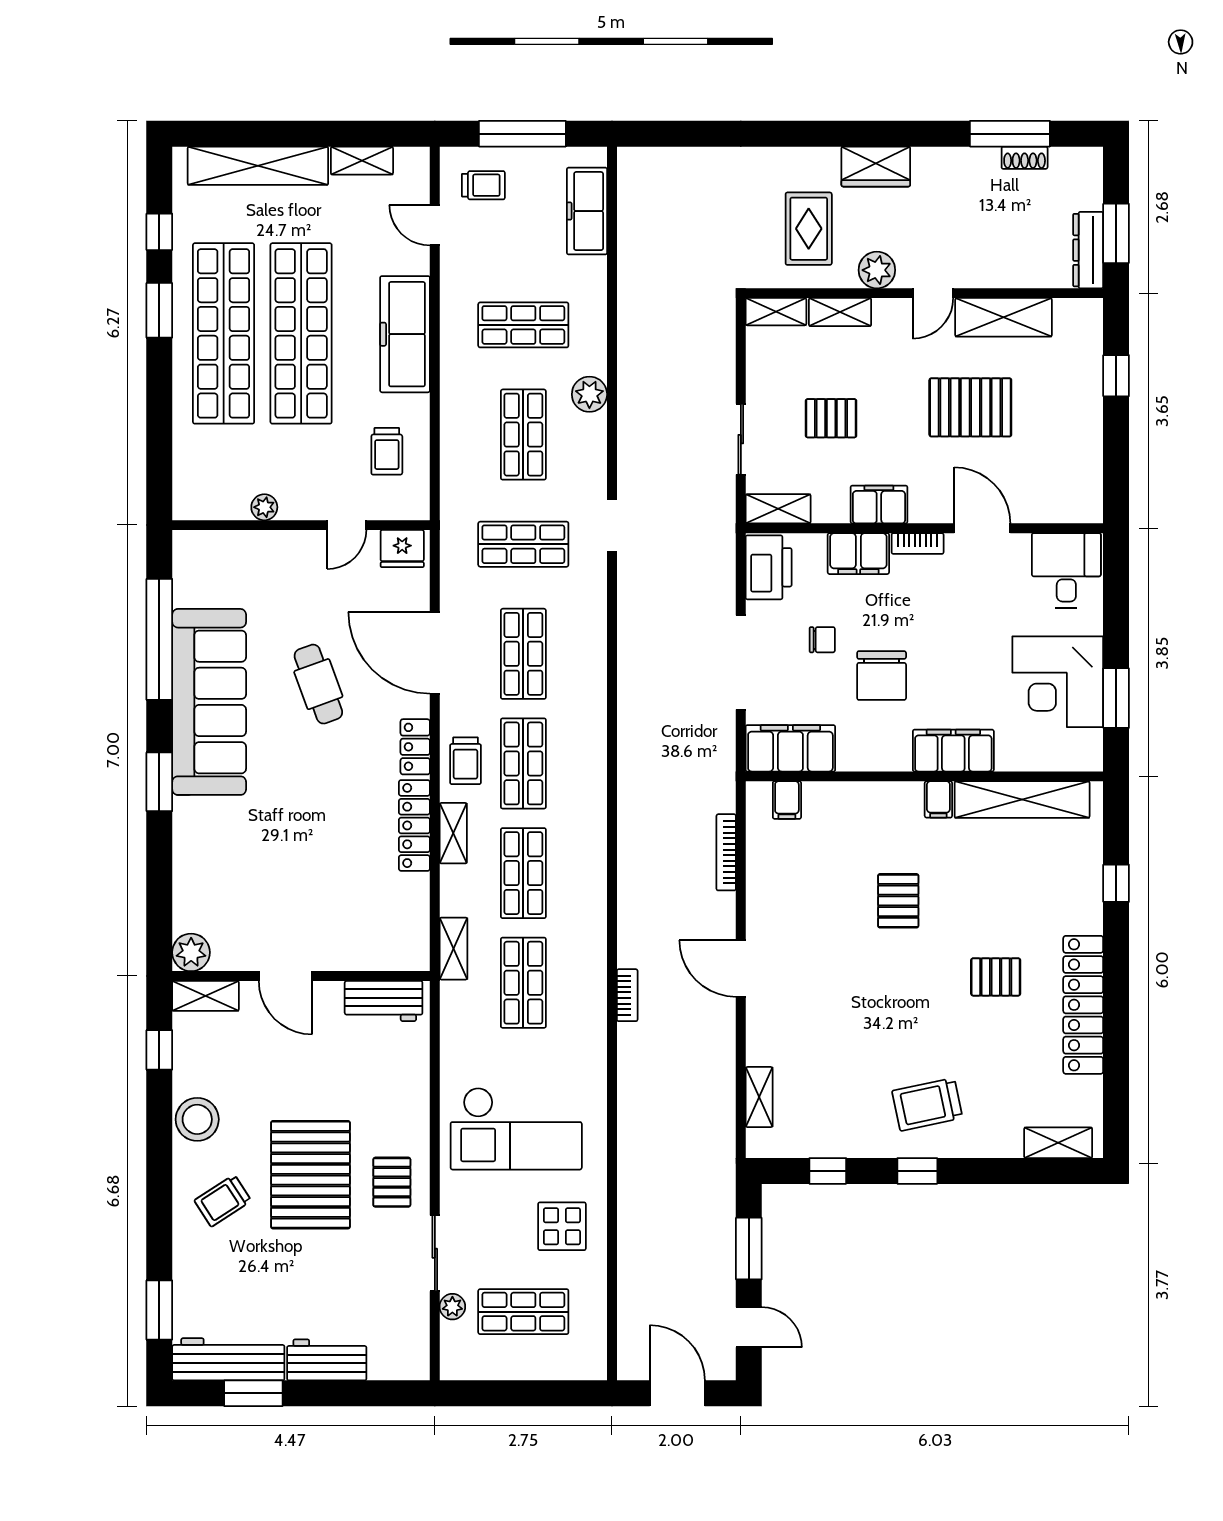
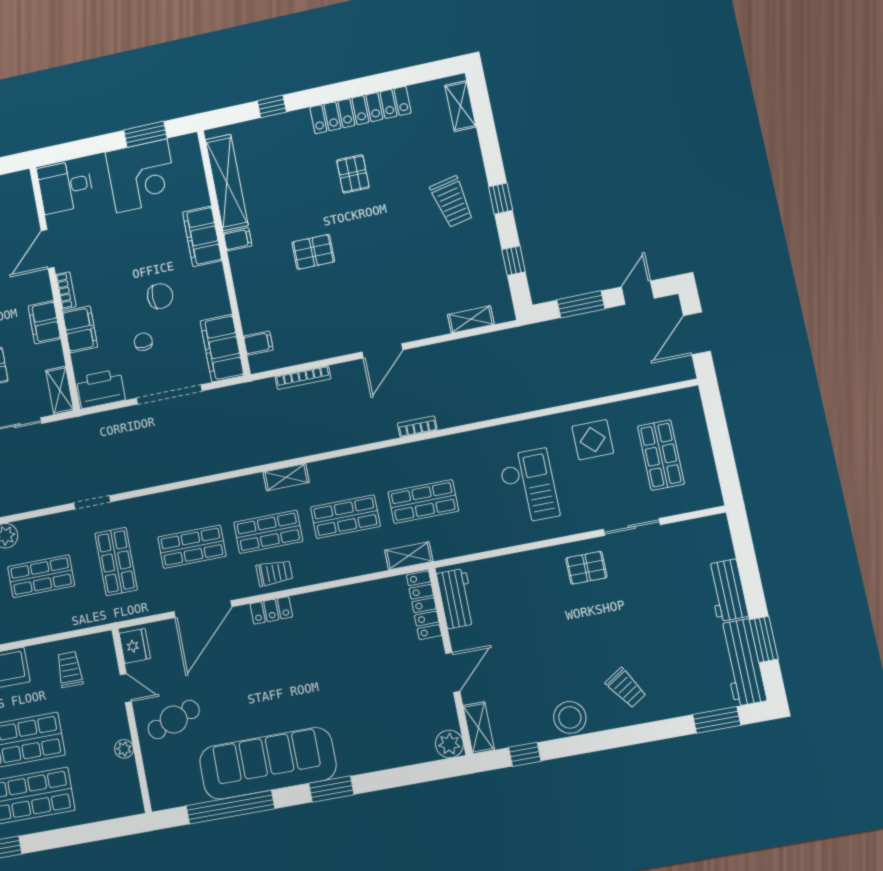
trolley: (387, 451) -> (70, 669), turned -90
chair: (882, 676) -> (160, 296), width x0.73, depth x0.73
cafe table: (318, 684) -> (174, 719), moved
locker: (414, 825) -> (424, 605), moved, turned 90
shelving: (453, 833) -> (286, 477), moved
checkout: (516, 1129) -> (529, 486), width x0.73, depth x0.83
pallet: (310, 1175) -> (593, 628), removed
plant: (452, 1307) -> (668, 507), removed

